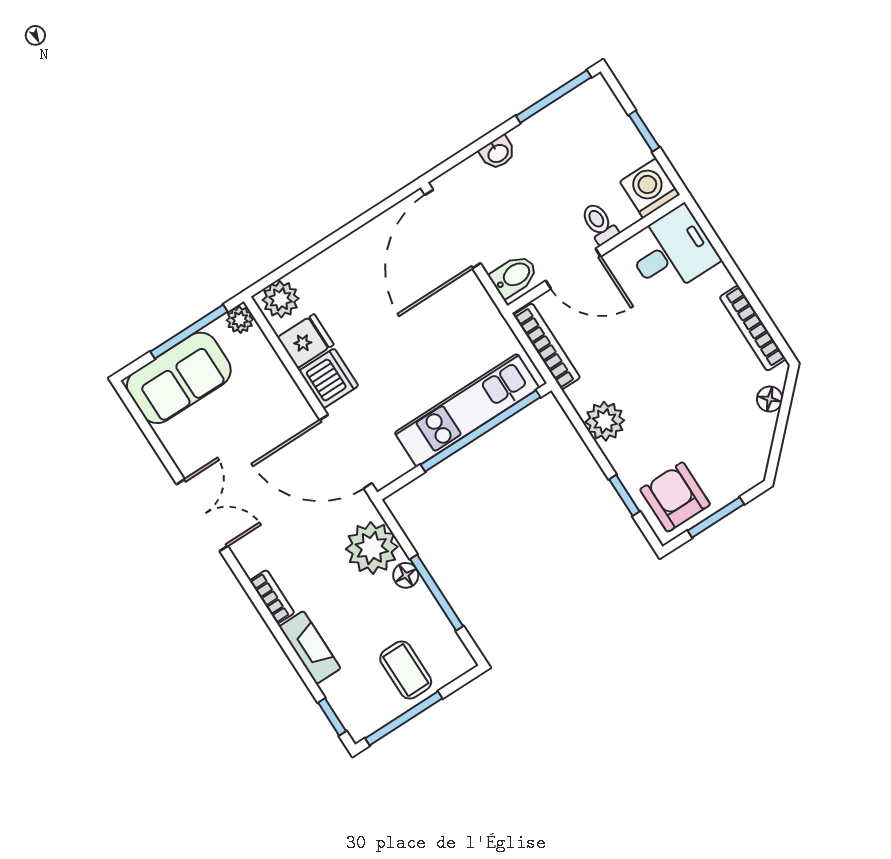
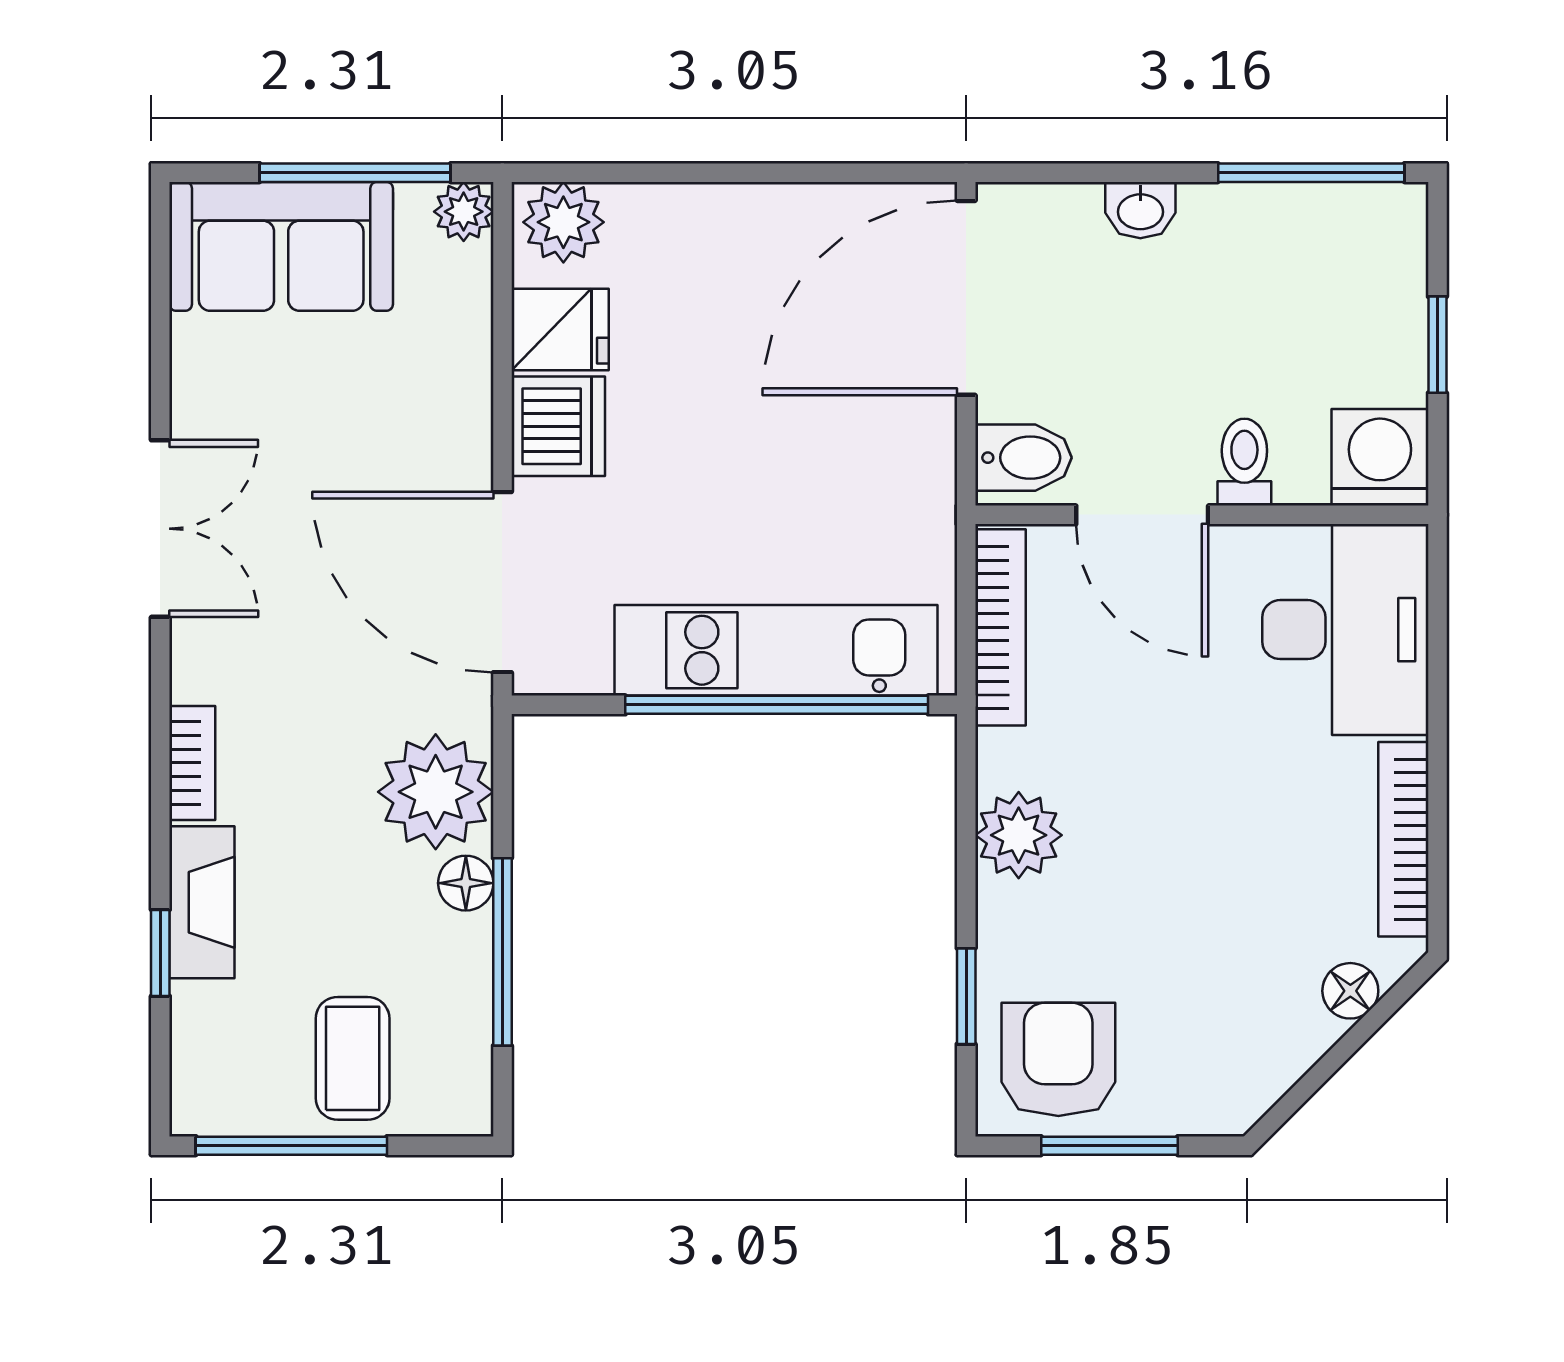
desk: (672, 251) -> (1345, 630), width x1.37
window: (332, 717) -> (160, 953), moved

